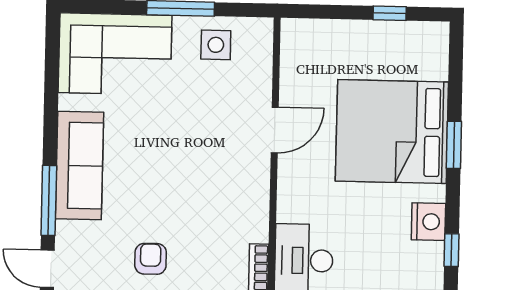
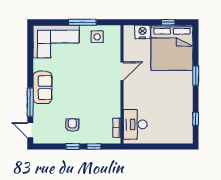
bed: (392, 132) -> (172, 48), moved, turned -90
sofa: (80, 166) -> (42, 88), width x0.73
nightstand: (428, 222) -> (143, 32), moved, turned -90

